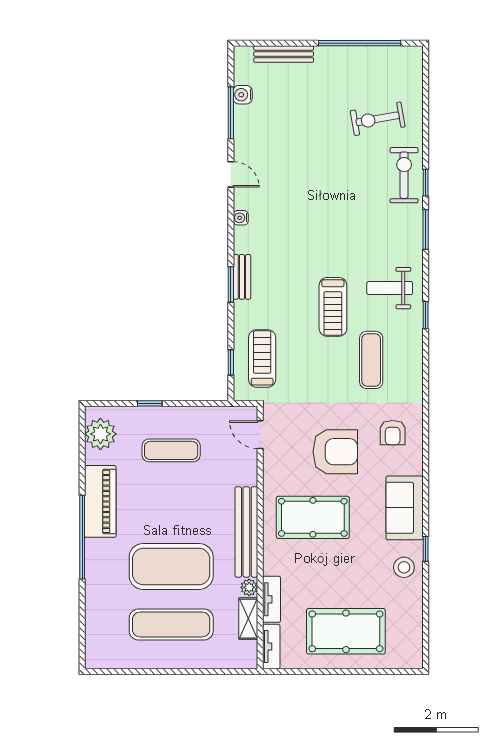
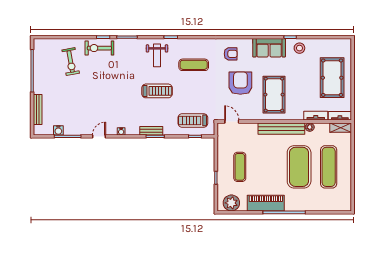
treadmill: (333, 307) -> (157, 91), moved
door: (260, 435) -> (232, 121), swing flipped
shelving: (248, 619) -> (341, 128), moved

